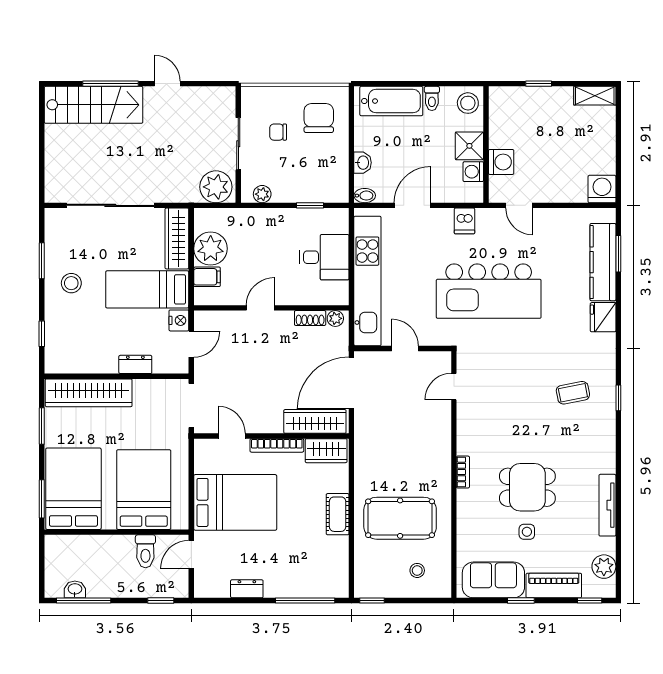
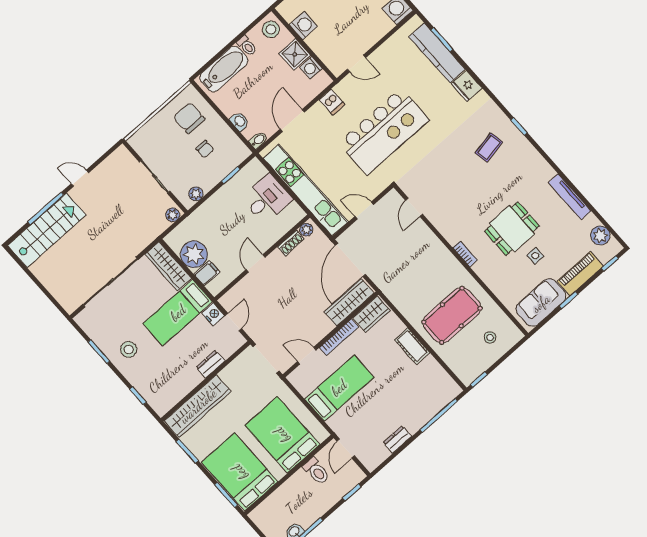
chair: (278, 132) -> (205, 149), moved, turned -90
washing machine: (501, 162) -> (303, 26), moved
plant: (216, 187) -> (173, 215), width x0.53, depth x0.53
bed: (235, 502) -> (339, 388), width x0.67

